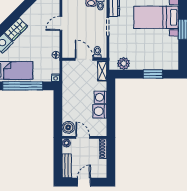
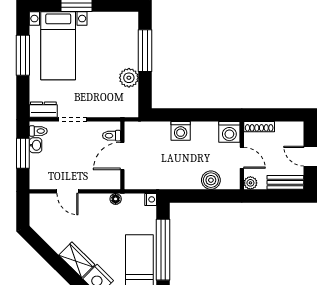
plant: (124, 63) -> (129, 78), moved
shelving: (102, 71) -> (140, 128), removed
window: (153, 74) -> (145, 51), width x1.44
washing machine: (100, 111) -> (229, 132), moved
boiler: (68, 127) -> (211, 180), moved
door: (83, 137) -> (242, 158), swing flipped

